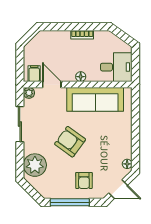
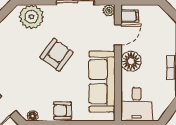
floor lamp: (81, 77) -> (131, 61), width x1.89, depth x1.89
armchair: (84, 180) -> (62, 111), moved

